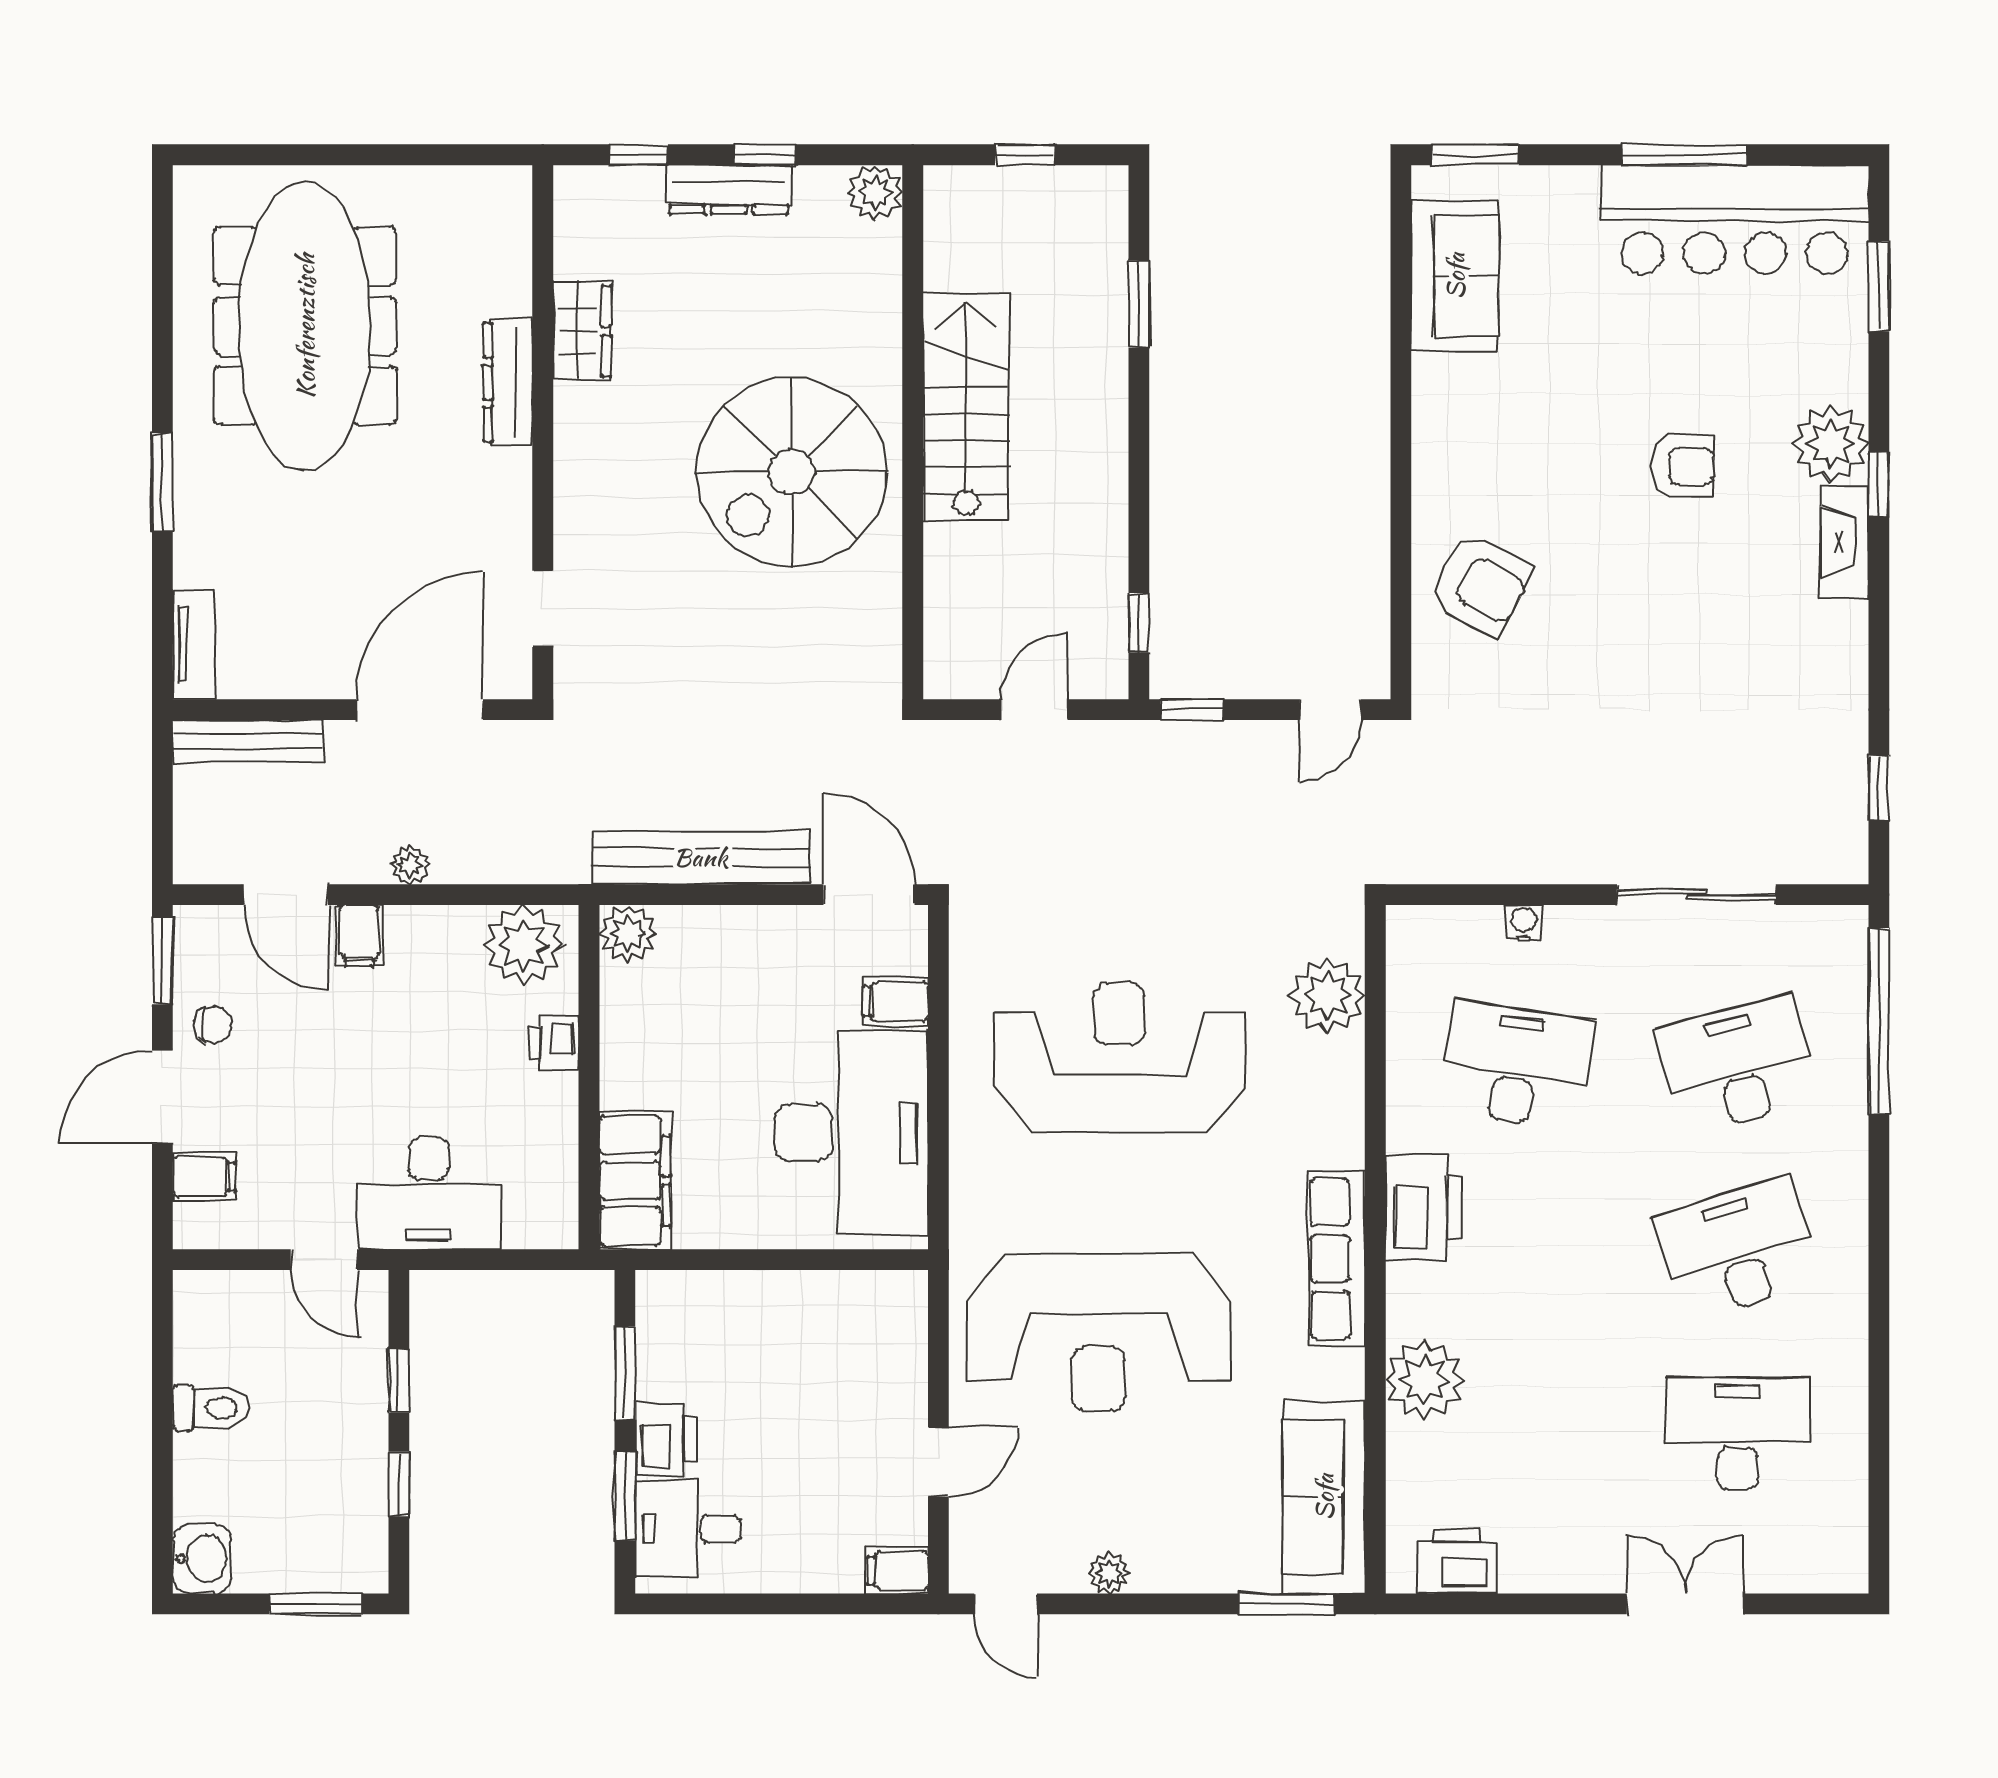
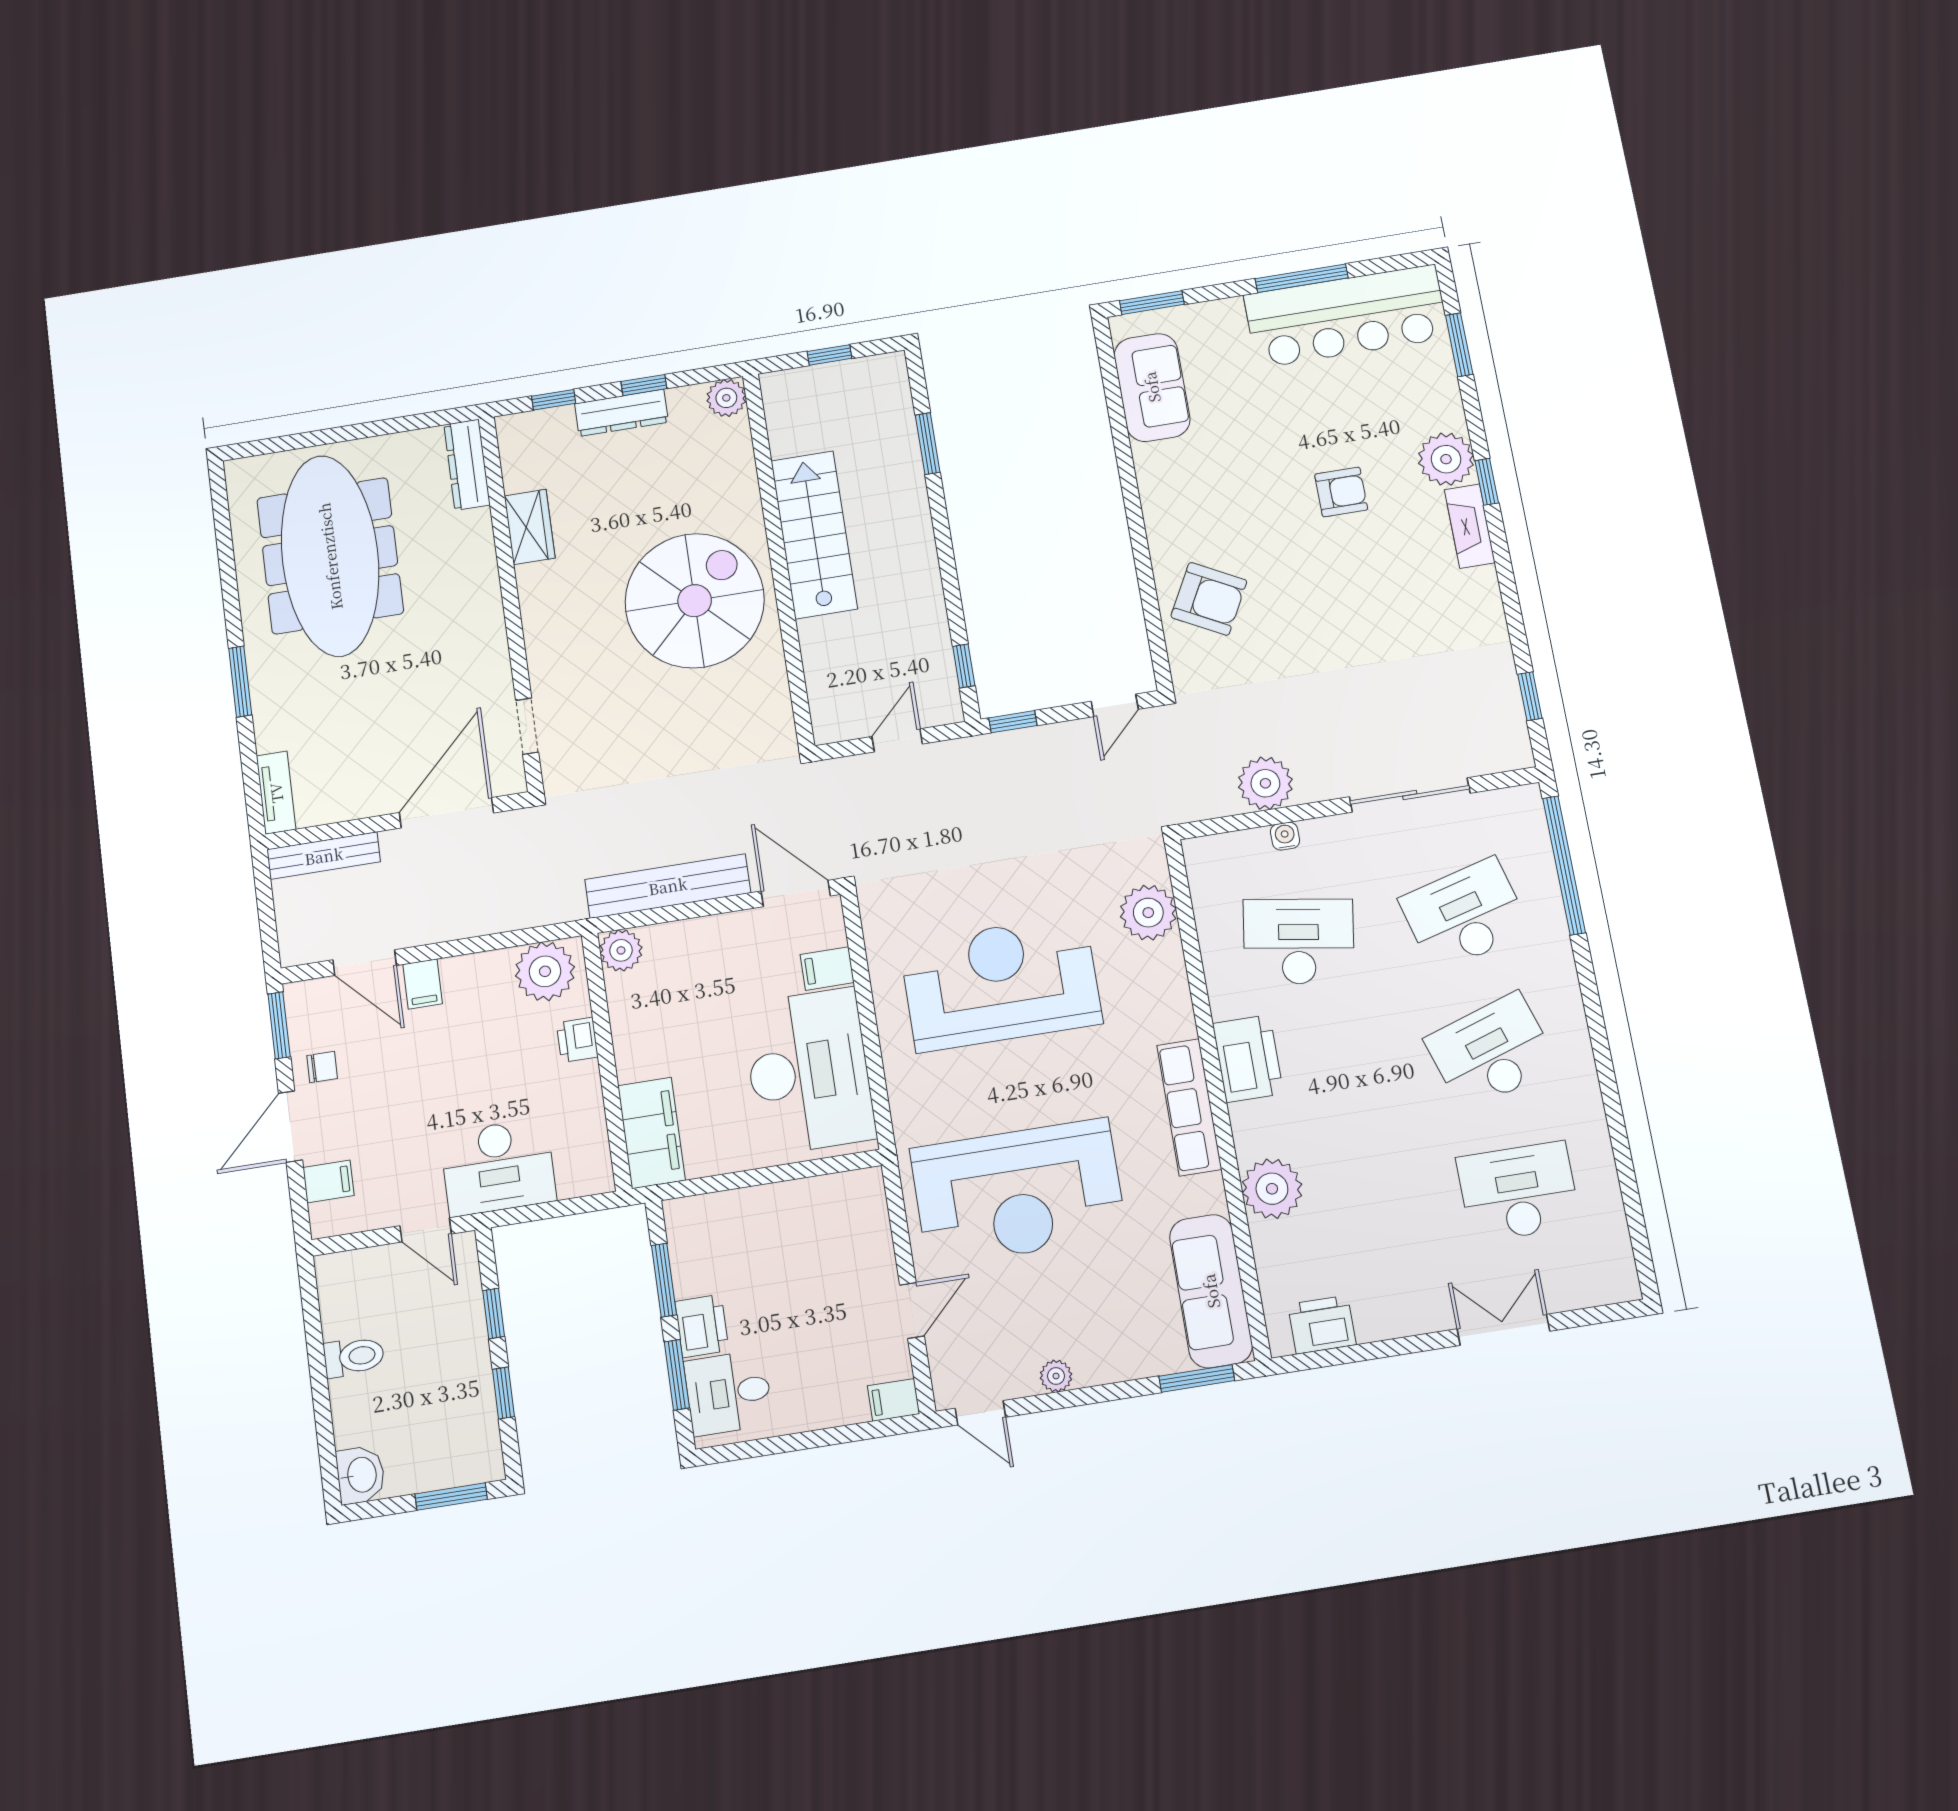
dresser: (508, 382) -> (467, 465), moved
spiral stairs: (792, 472) -> (695, 601), turned 180
plant: (410, 865) -> (1265, 783), moved, width x1.88, depth x1.88

